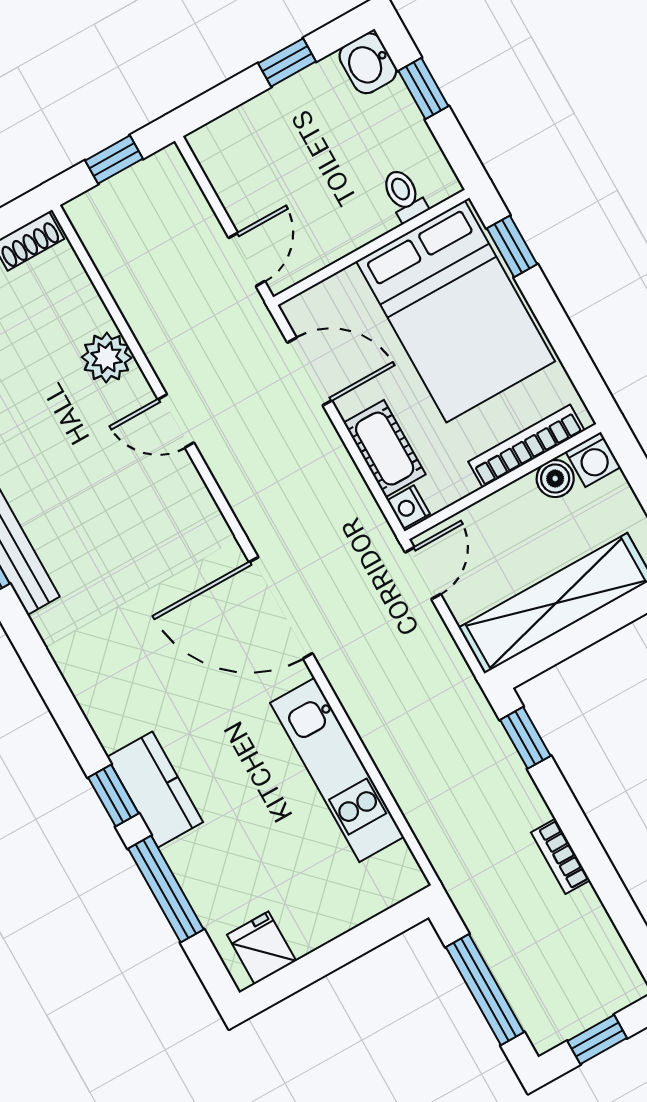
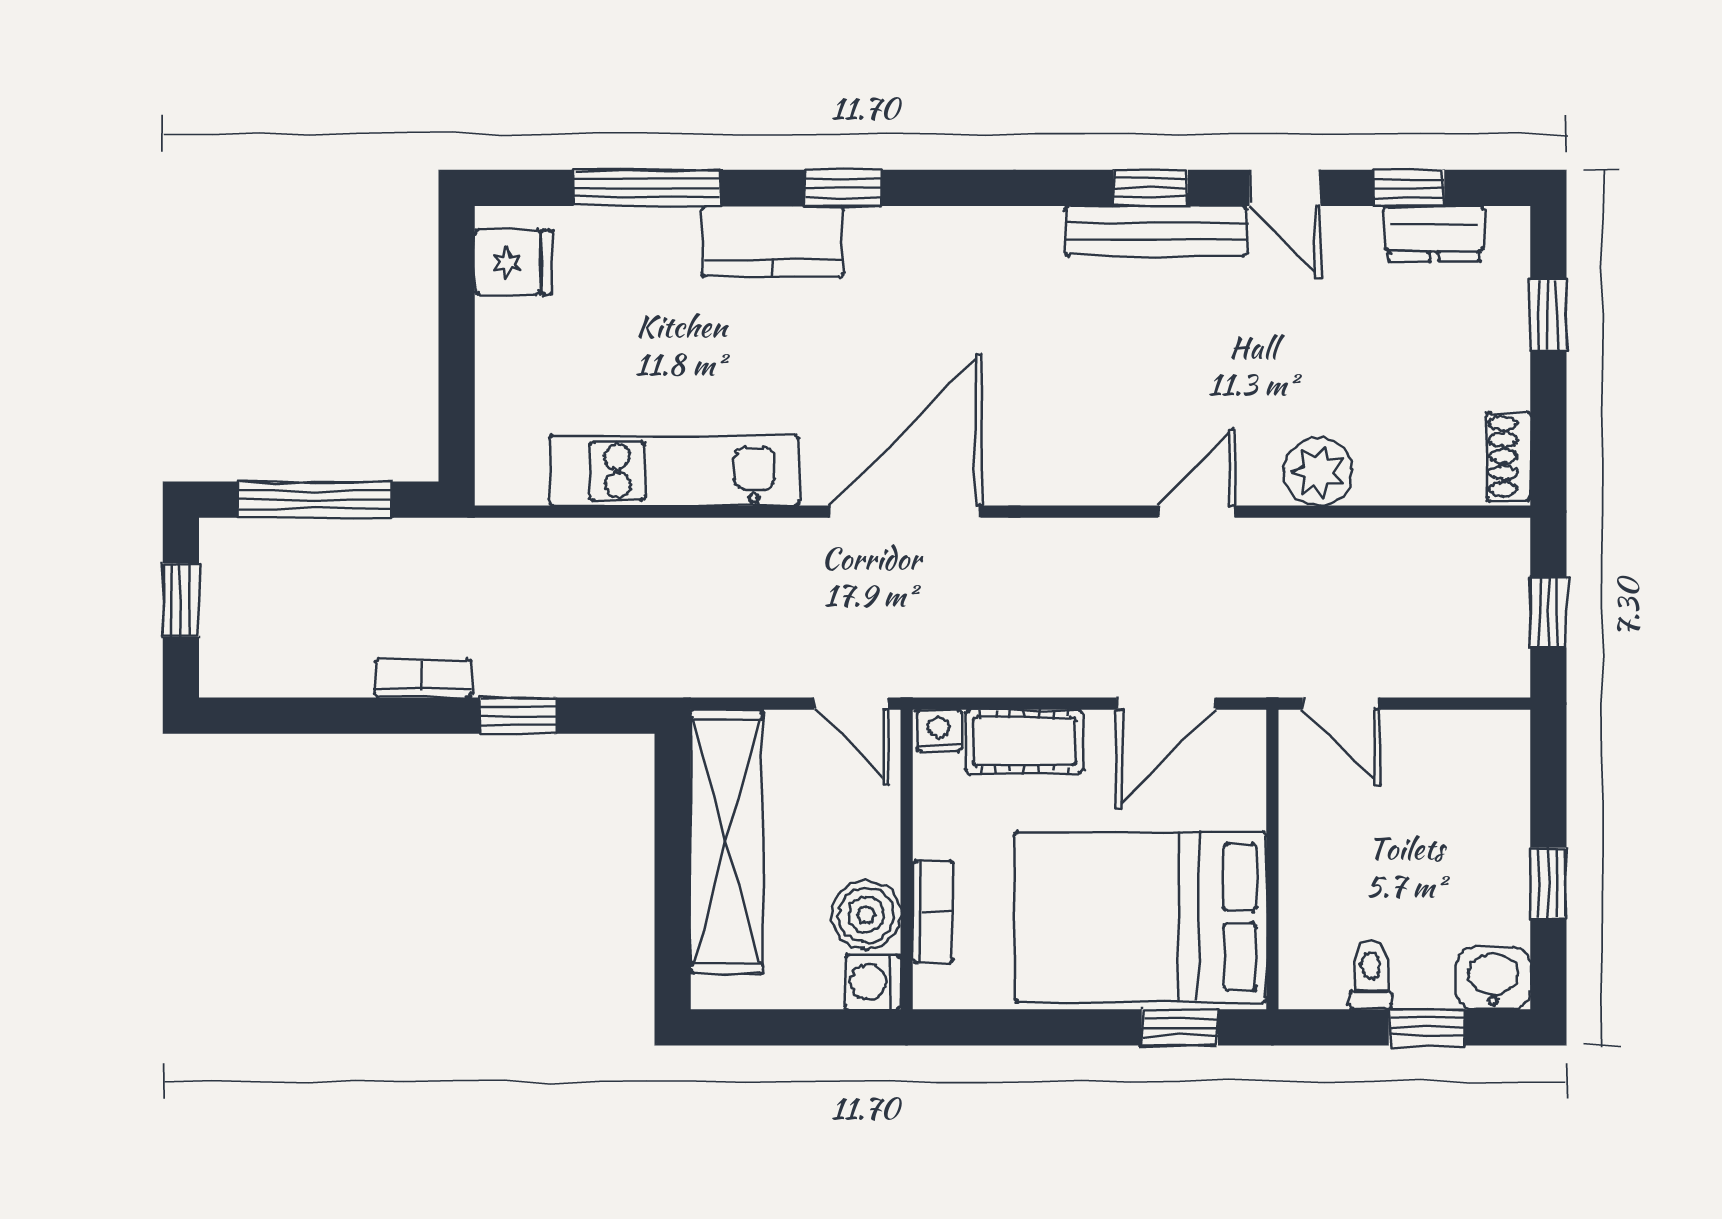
toilet: (404, 195) -> (1371, 975), moved, turned -90
bookcase: (526, 446) -> (933, 911), width x0.64
boiler: (555, 479) -> (866, 915), width x1.36, depth x1.36
window: (525, 738) -> (518, 716), moved
window: (113, 795) -> (843, 188), moved

